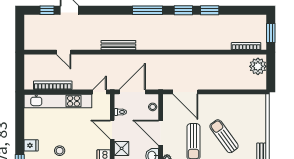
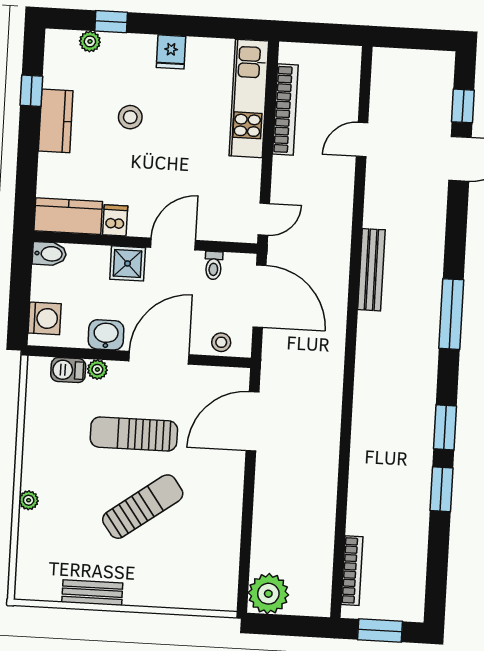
window: (148, 10) -> (451, 314), moved
plant: (258, 66) -> (268, 594), moved
door: (100, 92) -> (264, 219), hinge flipped
kitchen unit: (58, 101) -> (249, 98), width x0.73
fridge: (31, 145) -> (171, 52), moved

